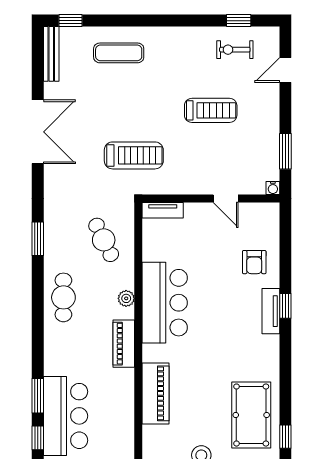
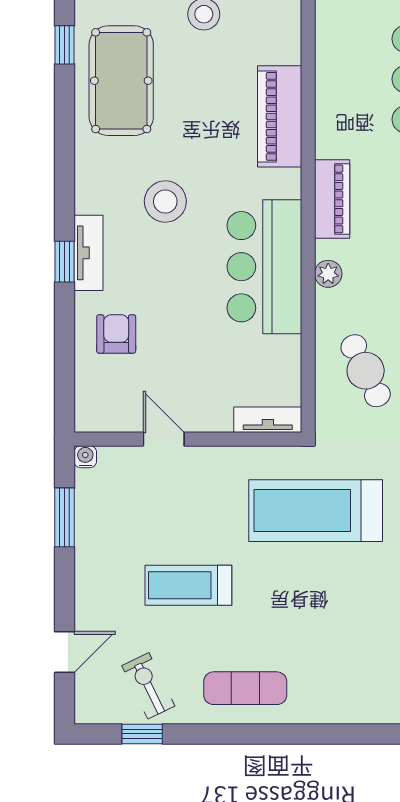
exercise bike: (235, 50) -> (148, 686), turned -116
exercise mat: (119, 53) -> (245, 688), moved
treadmill: (134, 155) -> (316, 511), width x1.37, depth x1.38
stool: (225, 342) -> (165, 202), added

